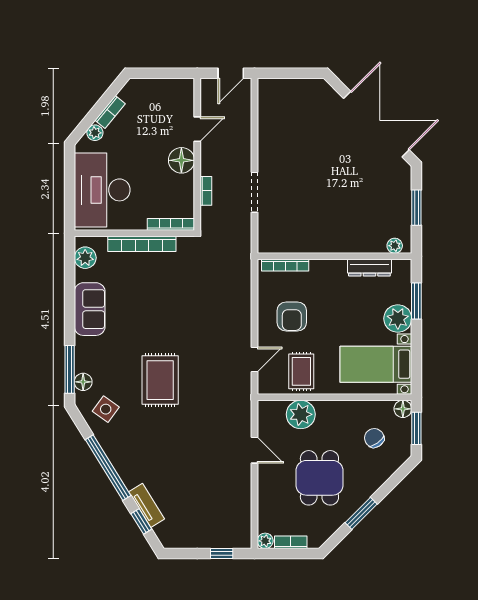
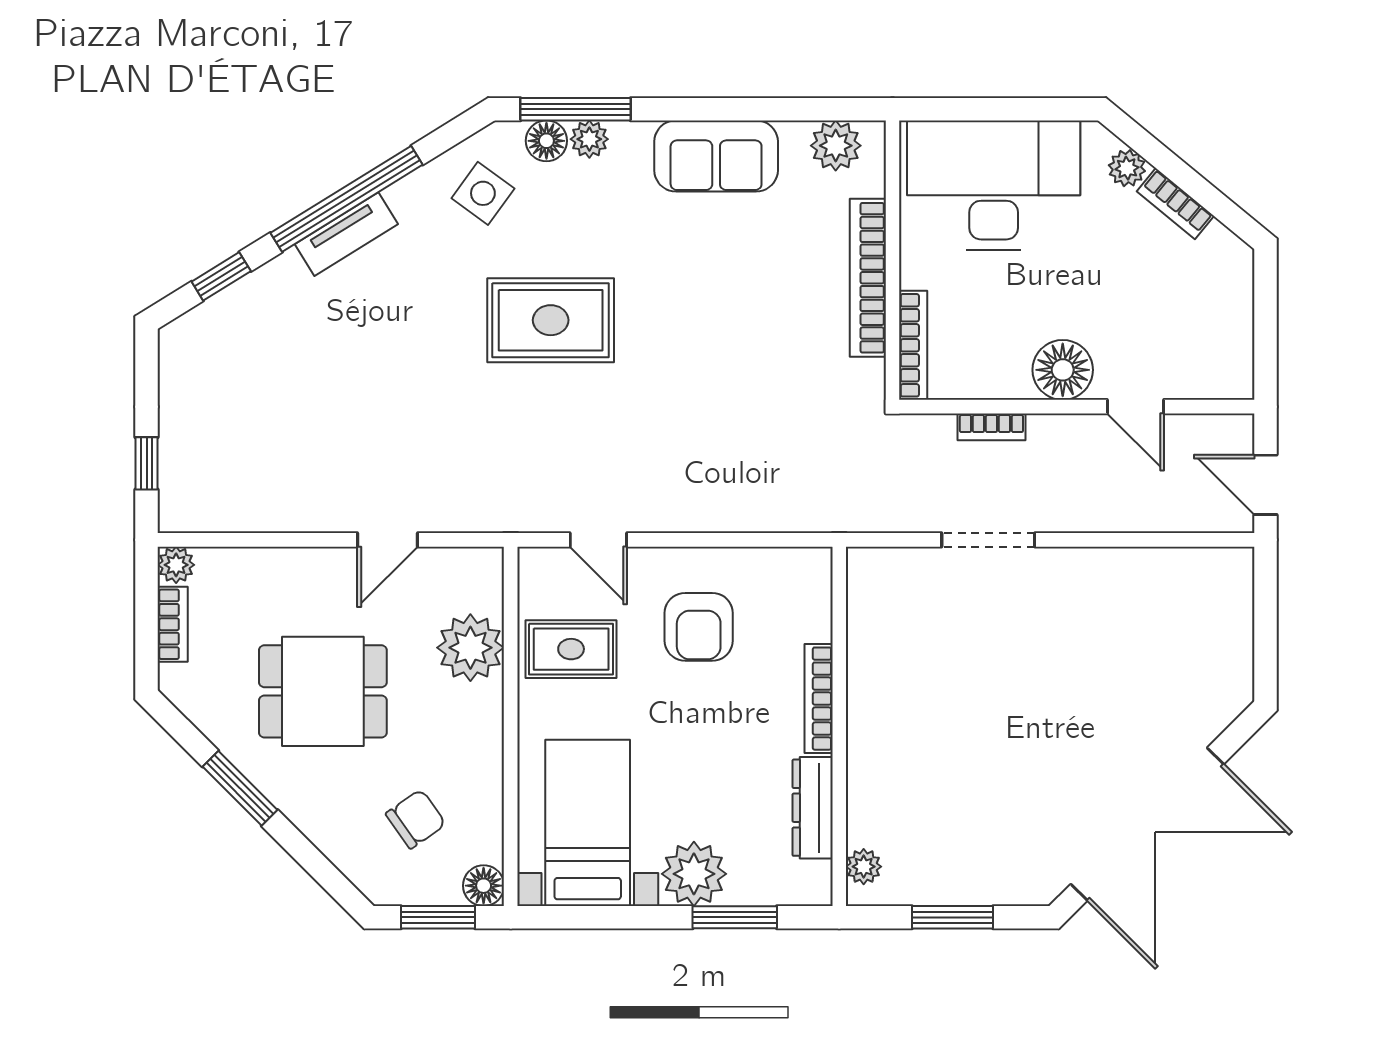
bookcase: (285, 265) -> (819, 699), moved
armchair: (292, 317) -> (699, 627), turned -90
plant: (82, 363) -> (589, 139), added
tv unit: (147, 505) -> (346, 234), moved

